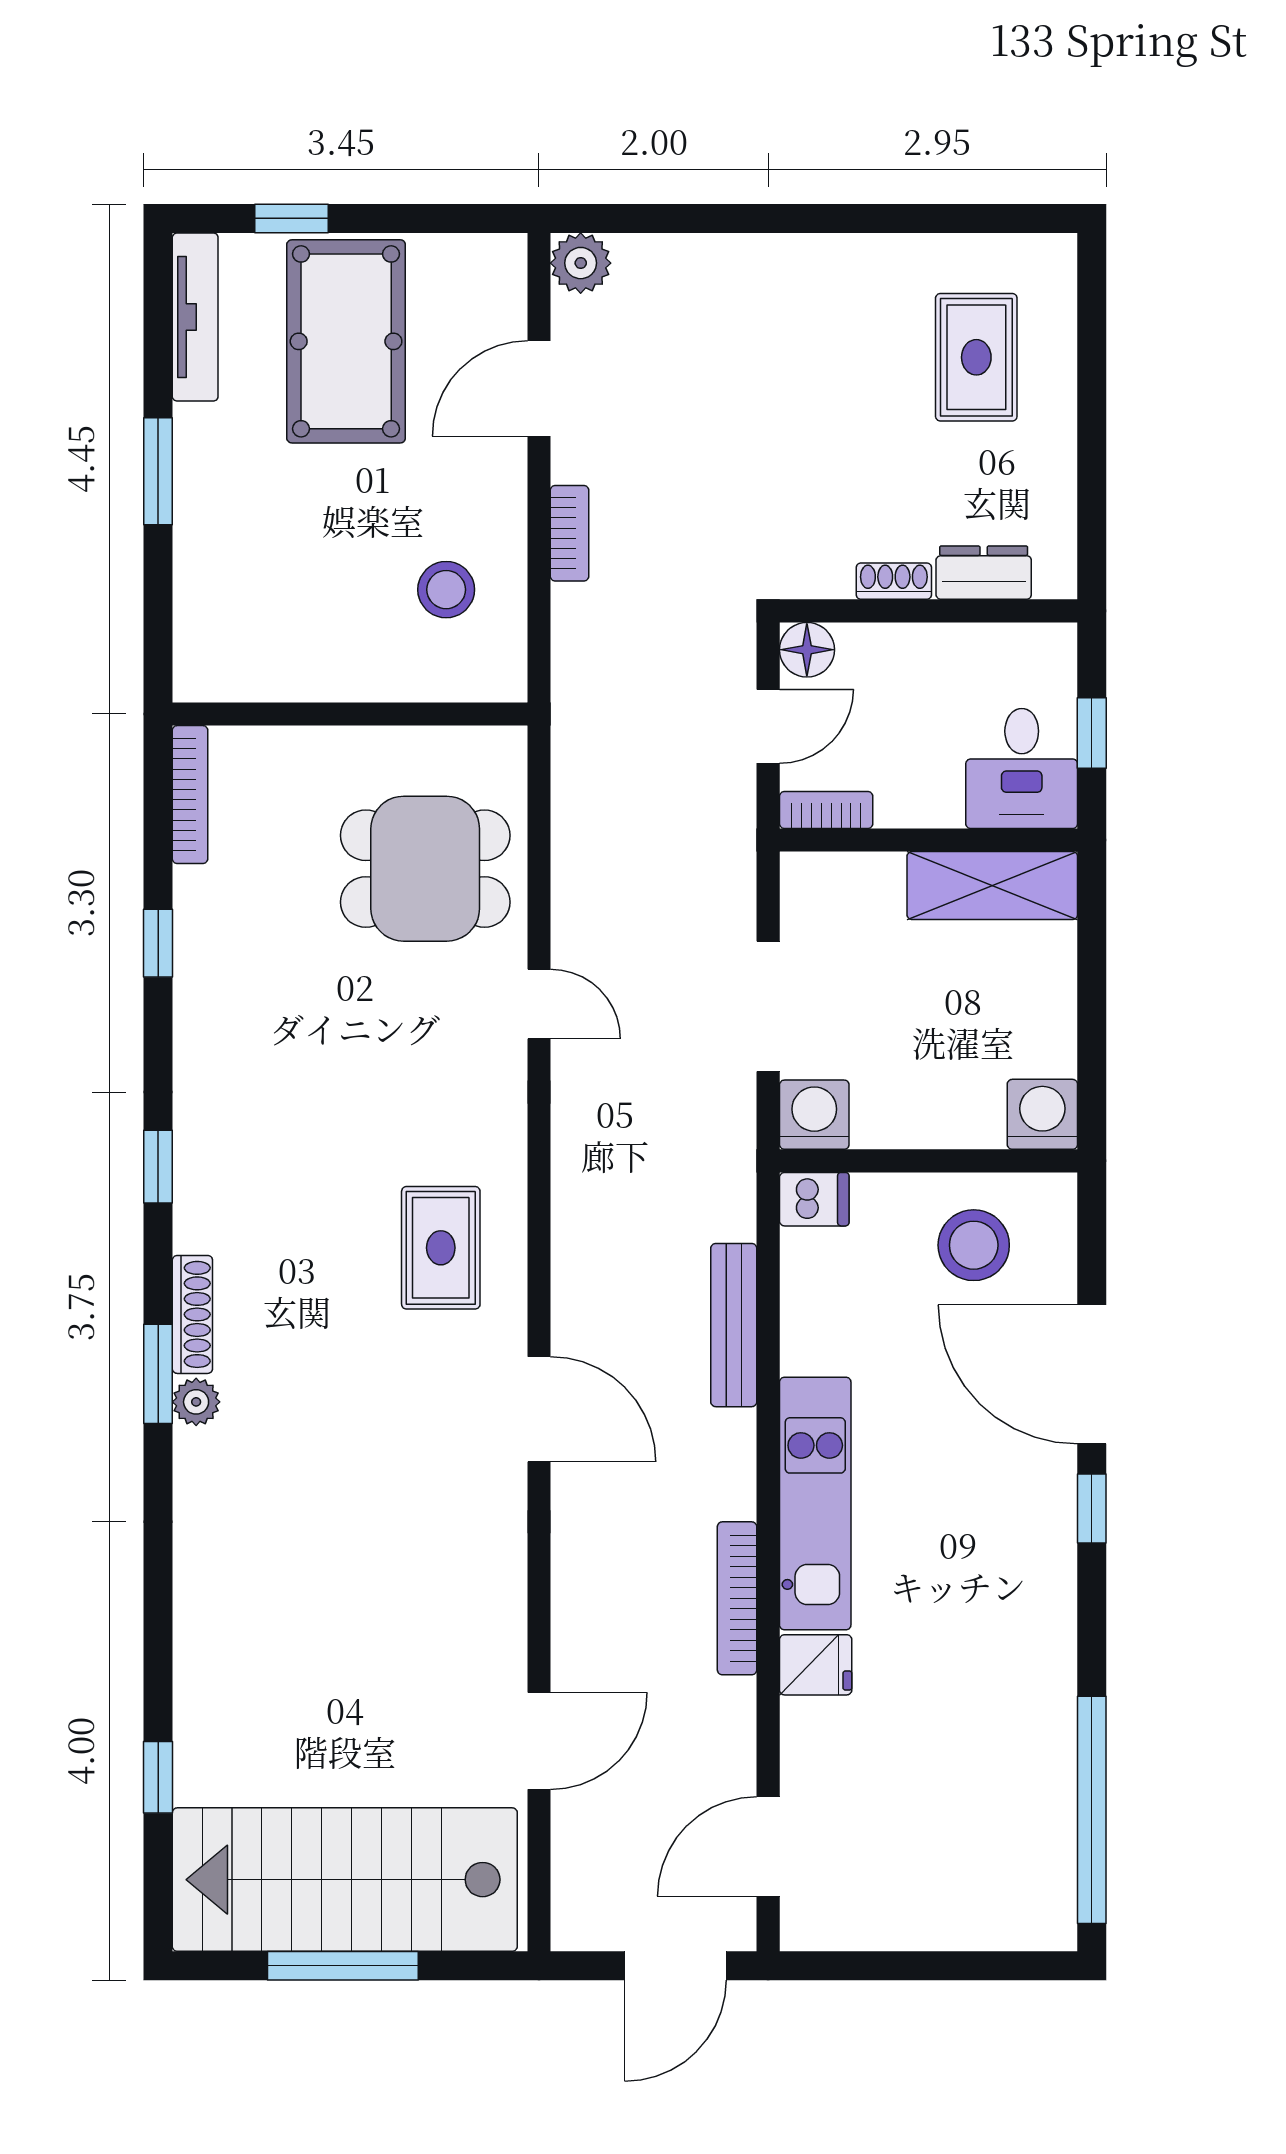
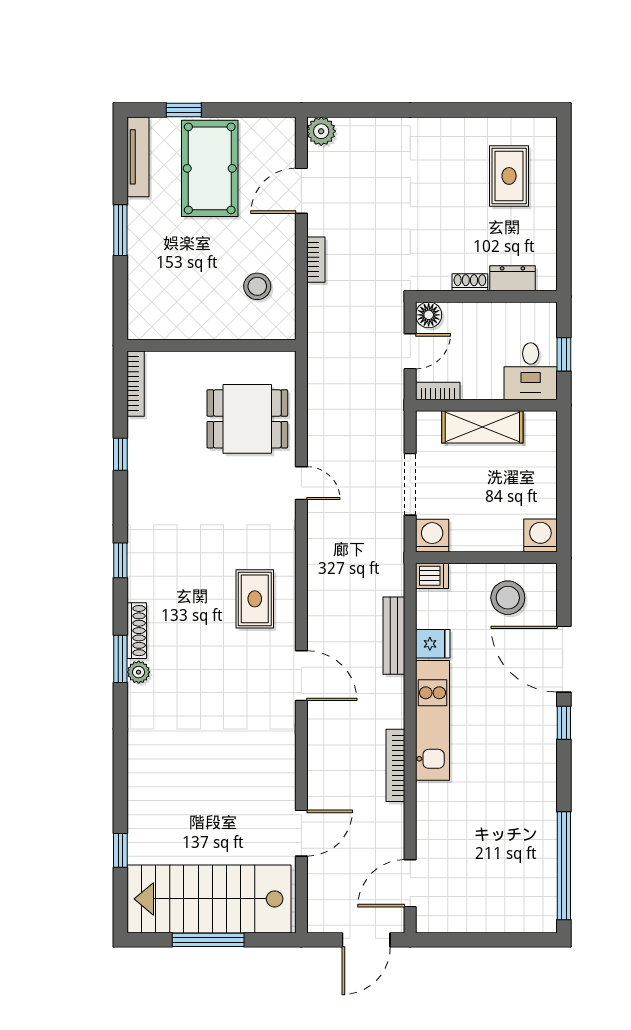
shelving: (992, 886) -> (482, 427), moved
fridge: (816, 1665) -> (433, 644), moved

